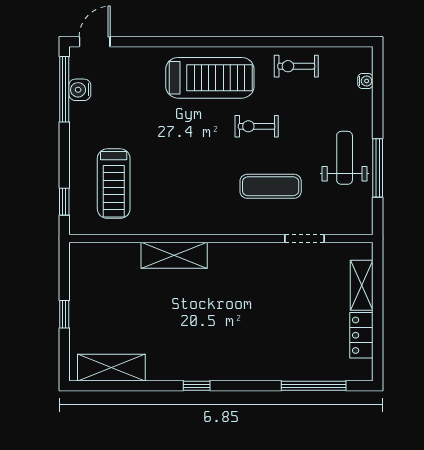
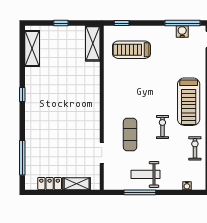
weight bench: (345, 158) -> (145, 174), turned 180
shelving: (174, 255) -> (93, 43), moved

